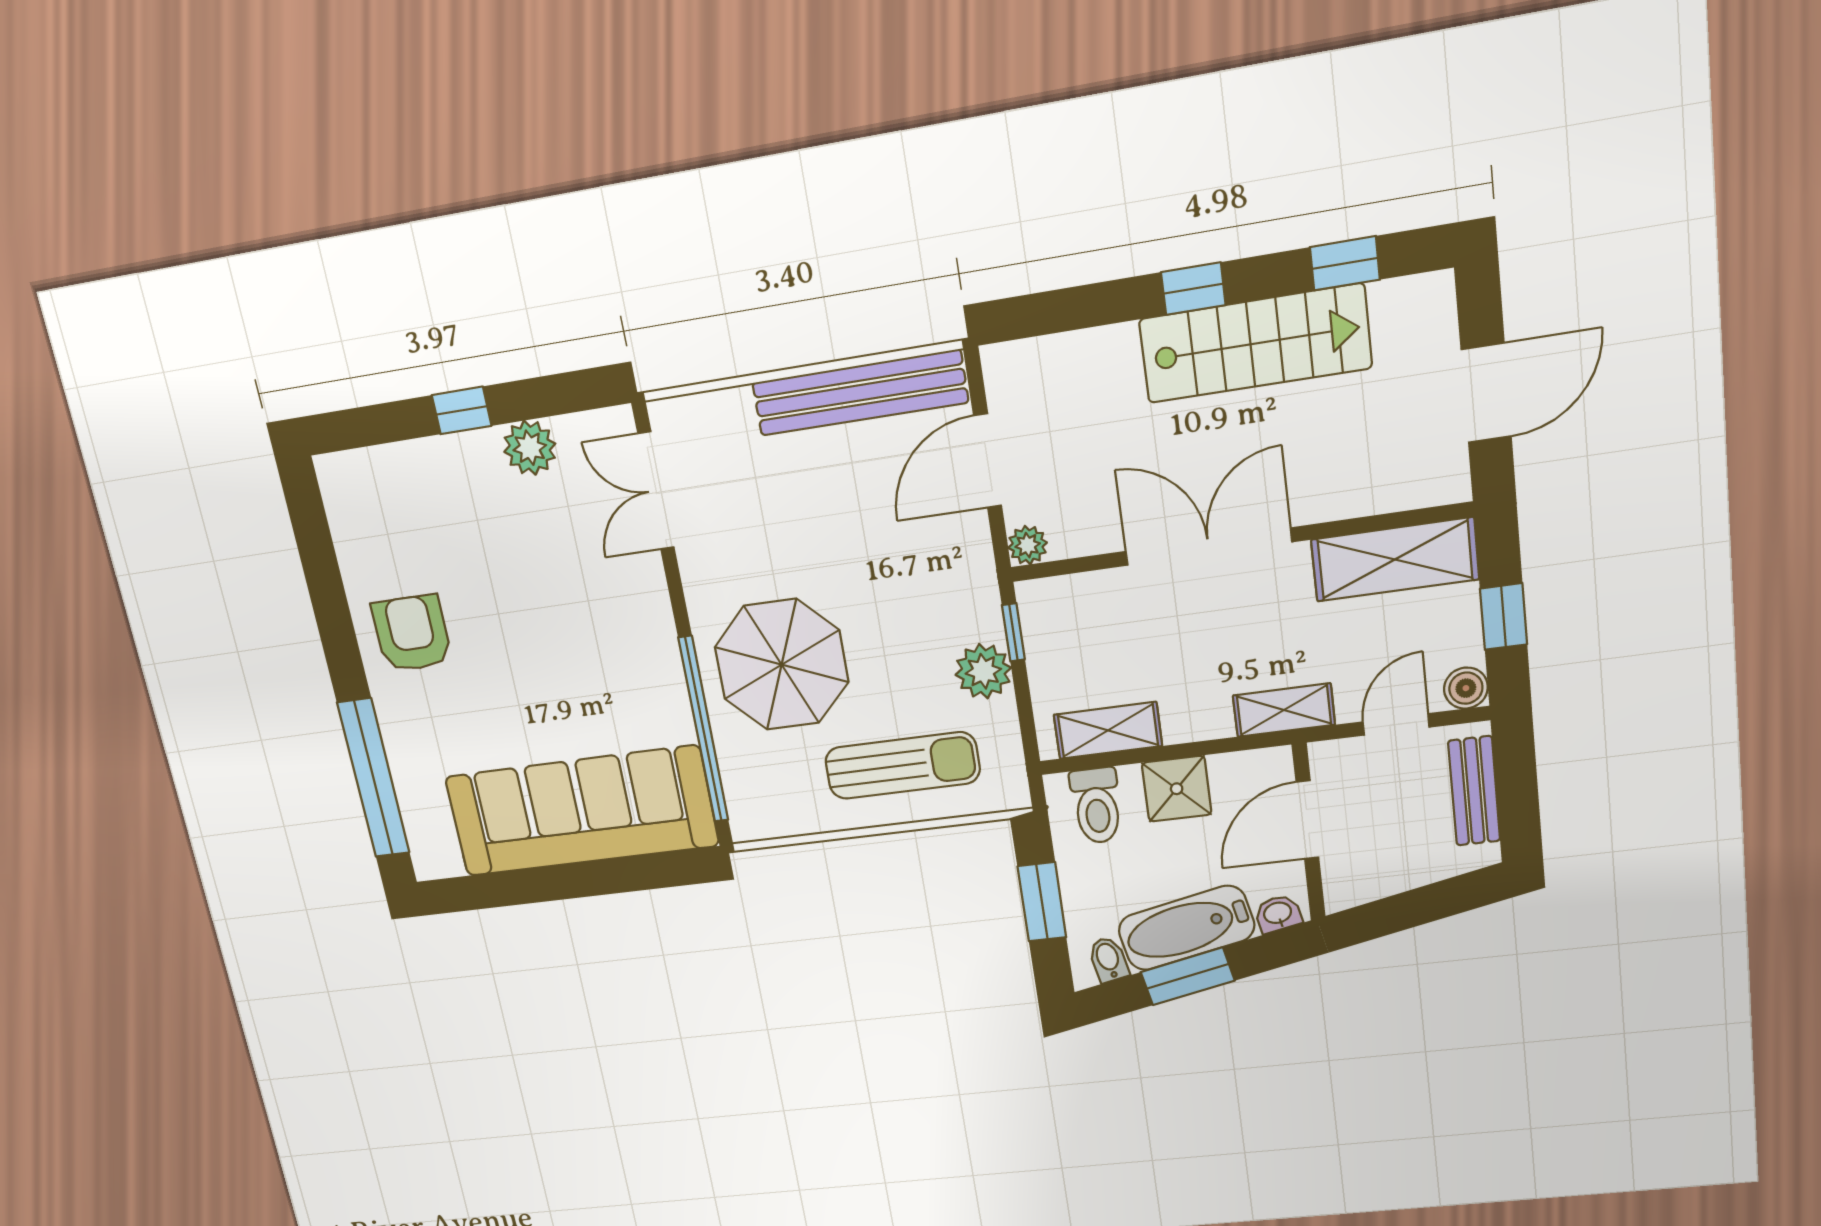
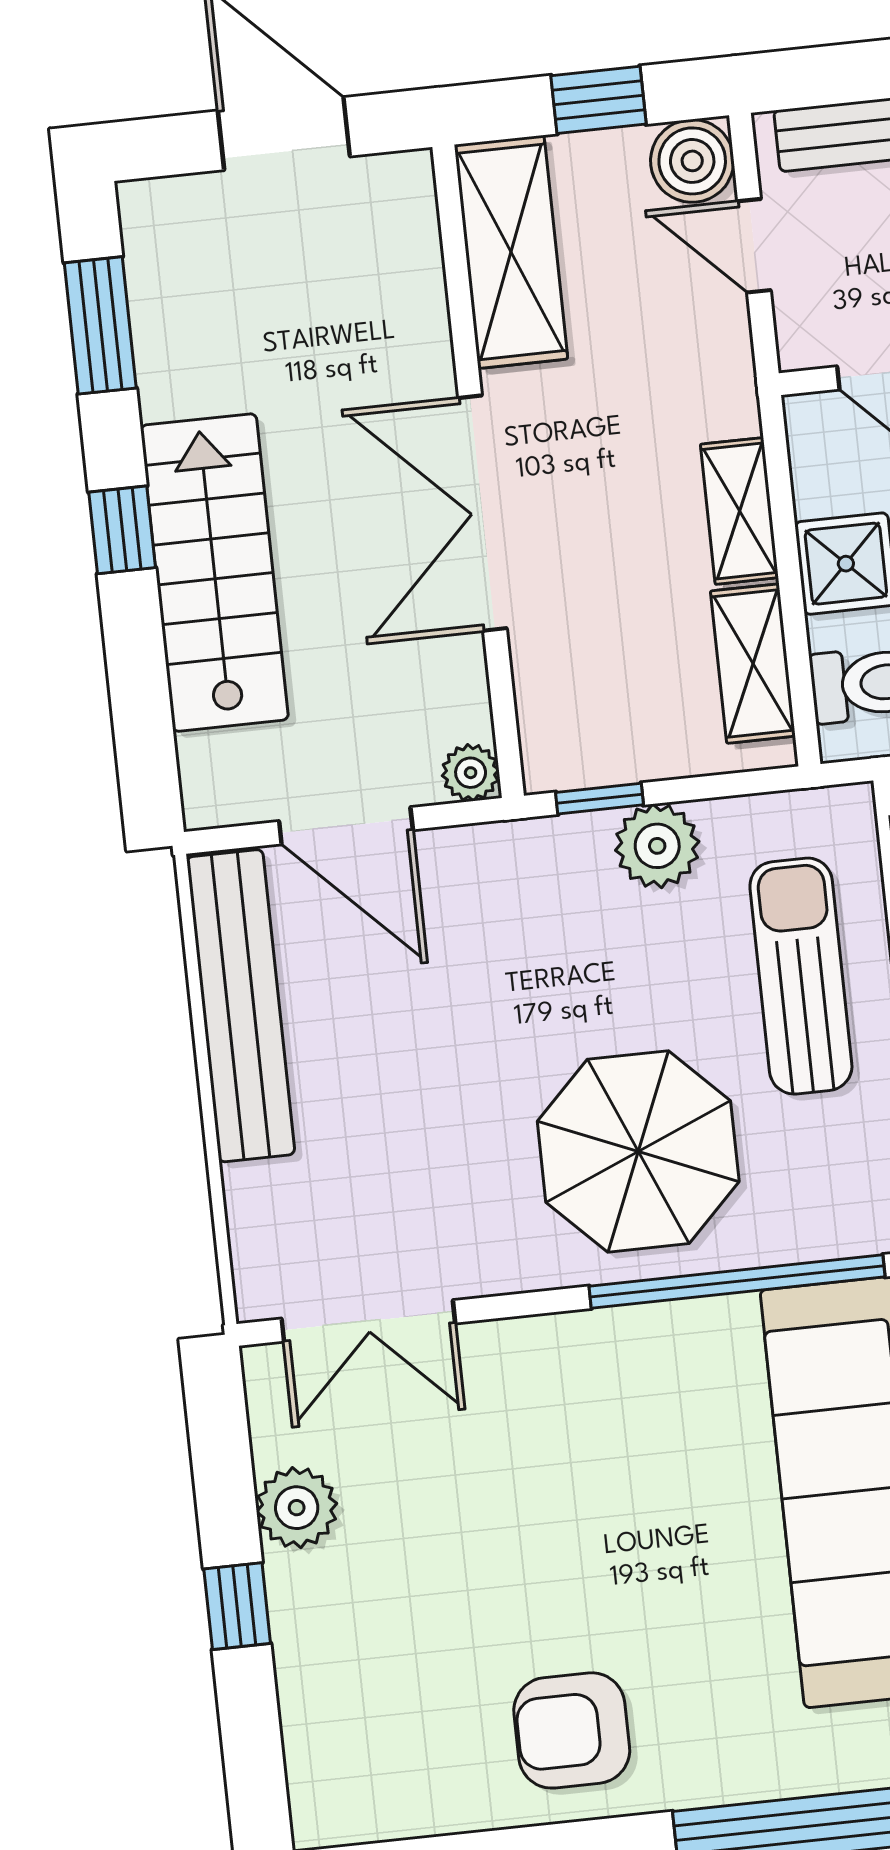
window: (1345, 263) -> (100, 325), width x1.50
stairs: (1255, 344) -> (214, 573), moved
boiler: (1466, 688) -> (692, 161), width x1.36, depth x1.36
shelving: (1284, 710) -> (739, 511), moved

